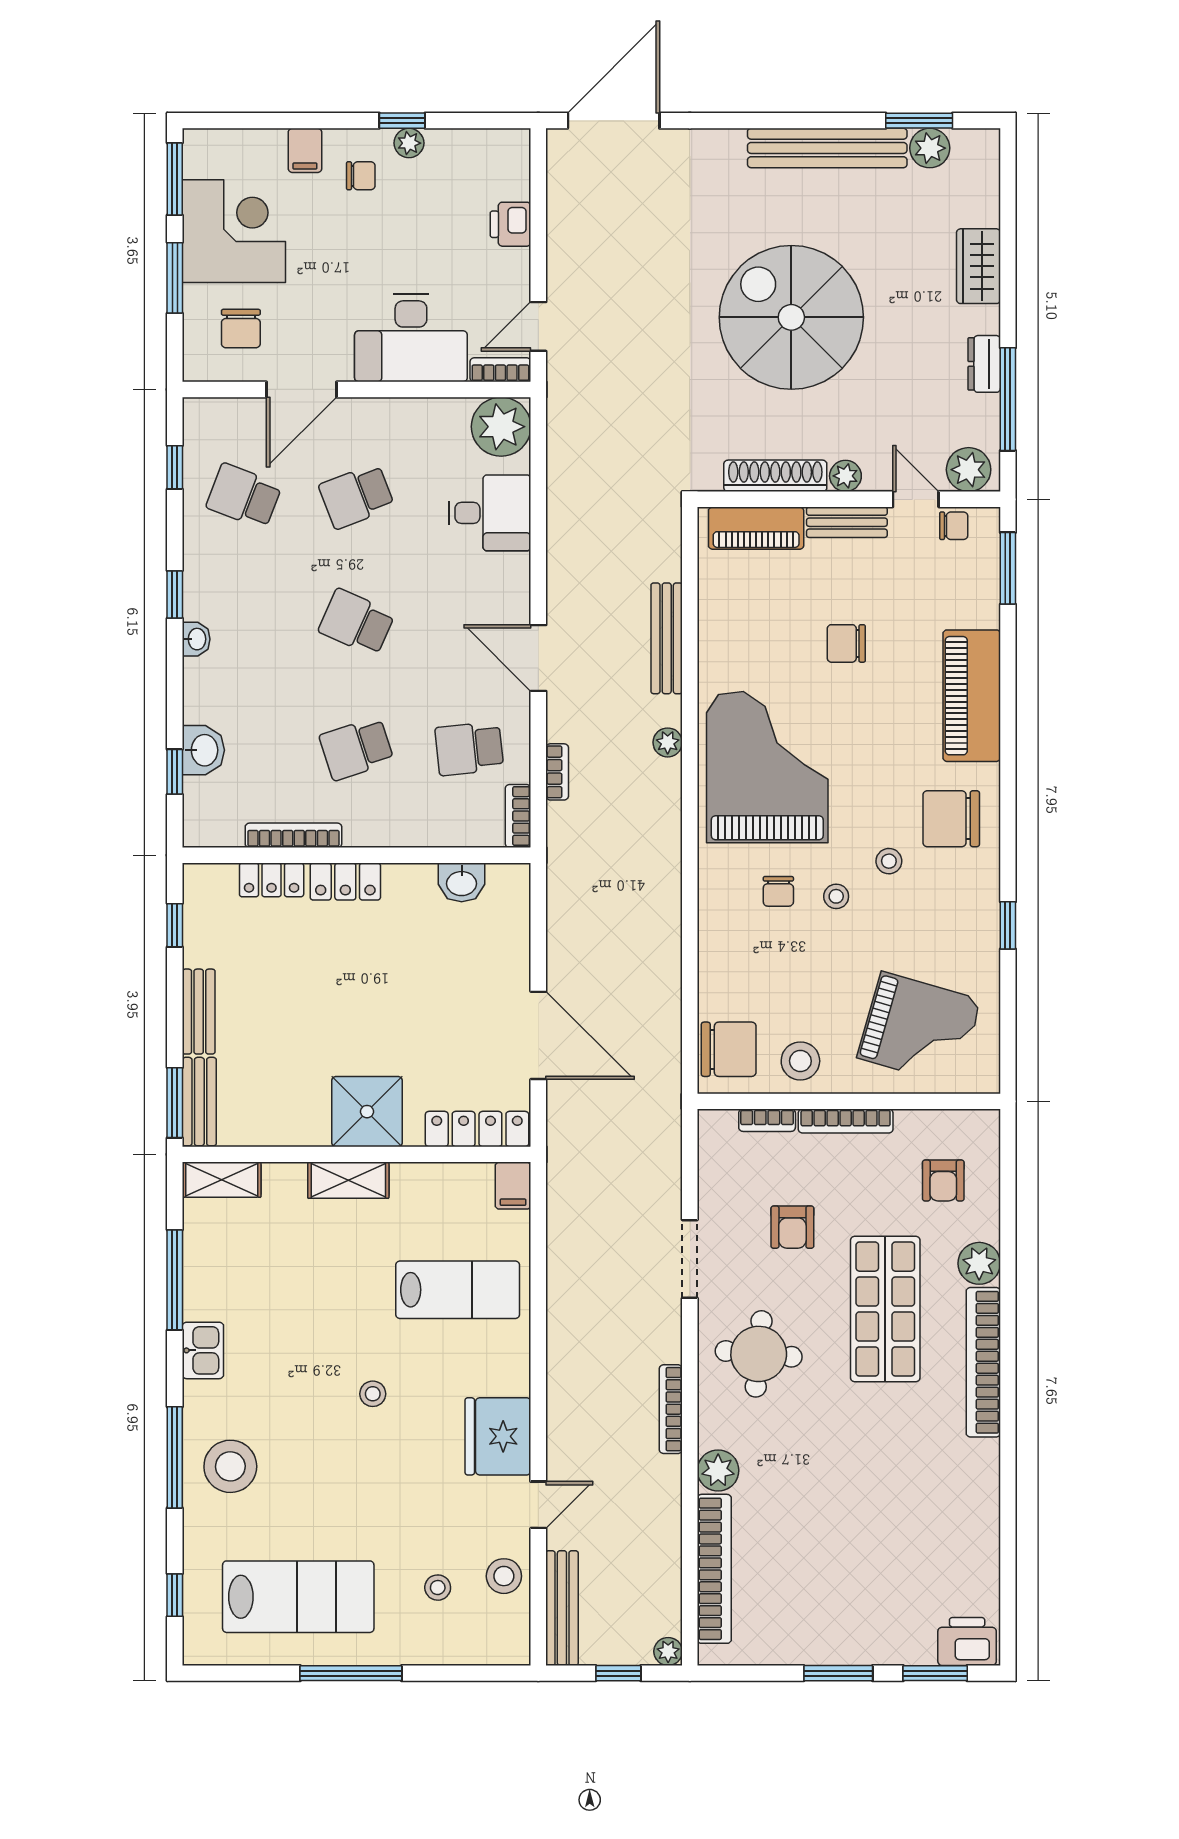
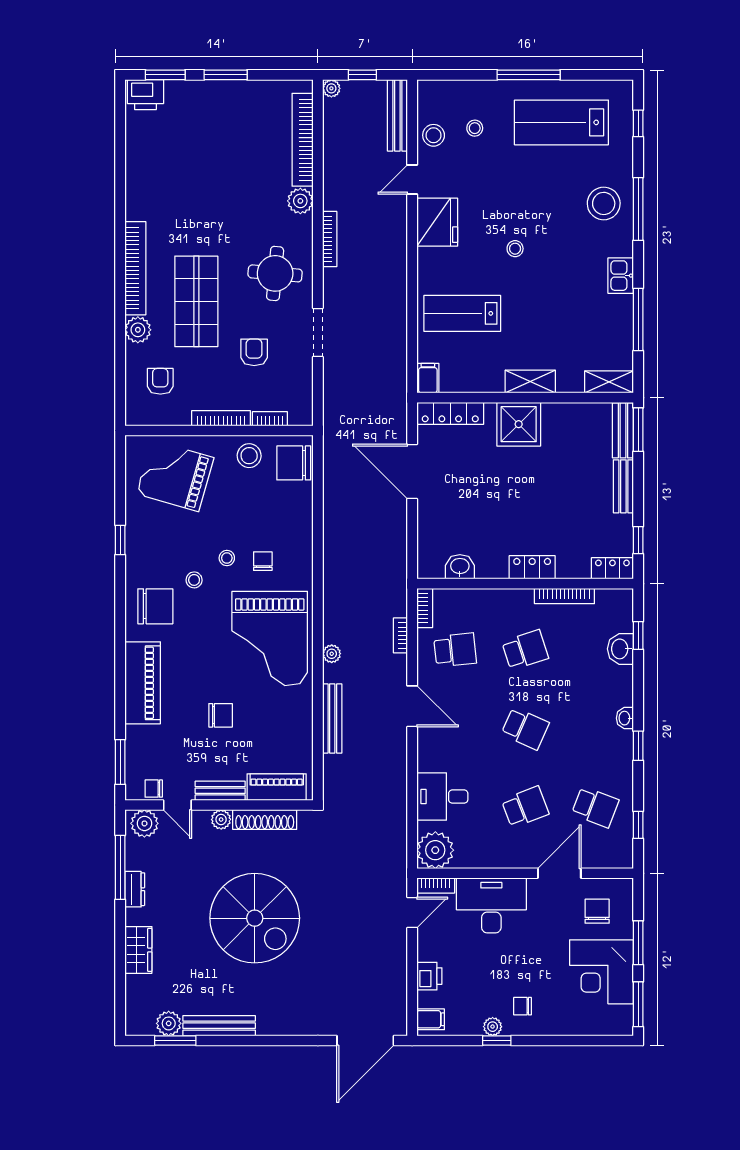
bench: (827, 148) -> (219, 1026), width x0.73, depth x0.82
filing cabinet: (305, 150) -> (431, 1019), moved, turned 90
locker: (272, 880) -> (612, 568), moved

